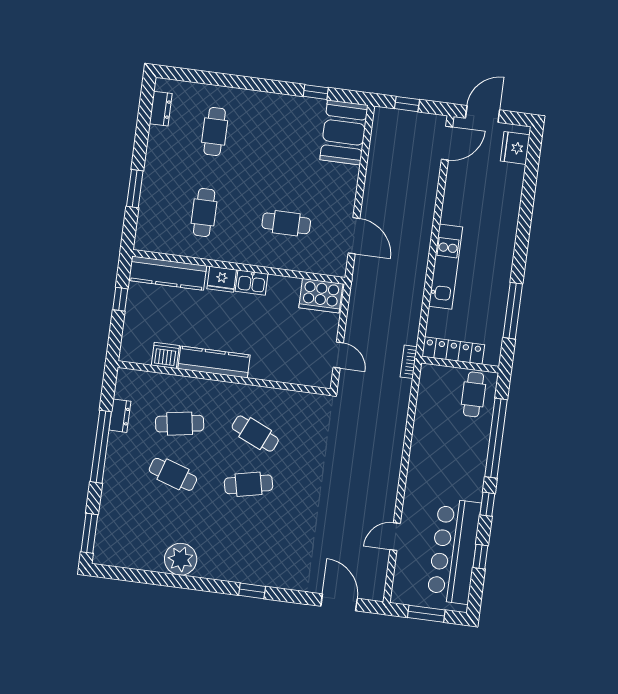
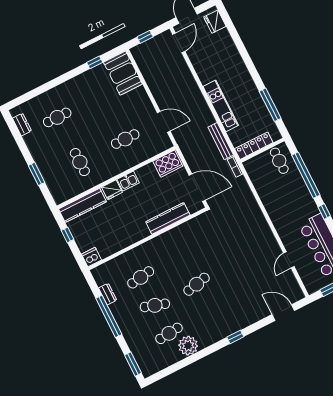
cafe table: (215, 132) -> (57, 117), turned 90
bench: (413, 314) -> (221, 141), added
dishwasher: (165, 355) -> (91, 257), moved
door: (338, 355) -> (197, 188), width x1.88
kitchen counter: (214, 362) -> (168, 218), moved
cafe table: (255, 434) -> (169, 333), moved, turned -30

